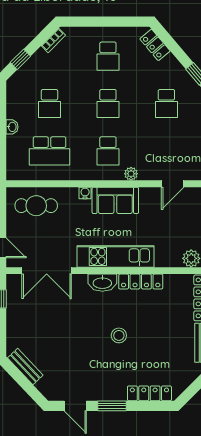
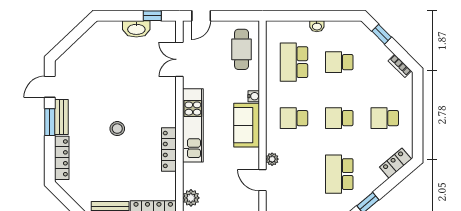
school desk: (166, 104) -> (339, 174), width x1.85
plant: (131, 174) -> (272, 159), moved
double door: (47, 271) -> (179, 59), width x0.73
washbasin: (102, 283) -> (136, 29), moved, turned -90
bench: (25, 367) -> (61, 117), moved, turned -47

